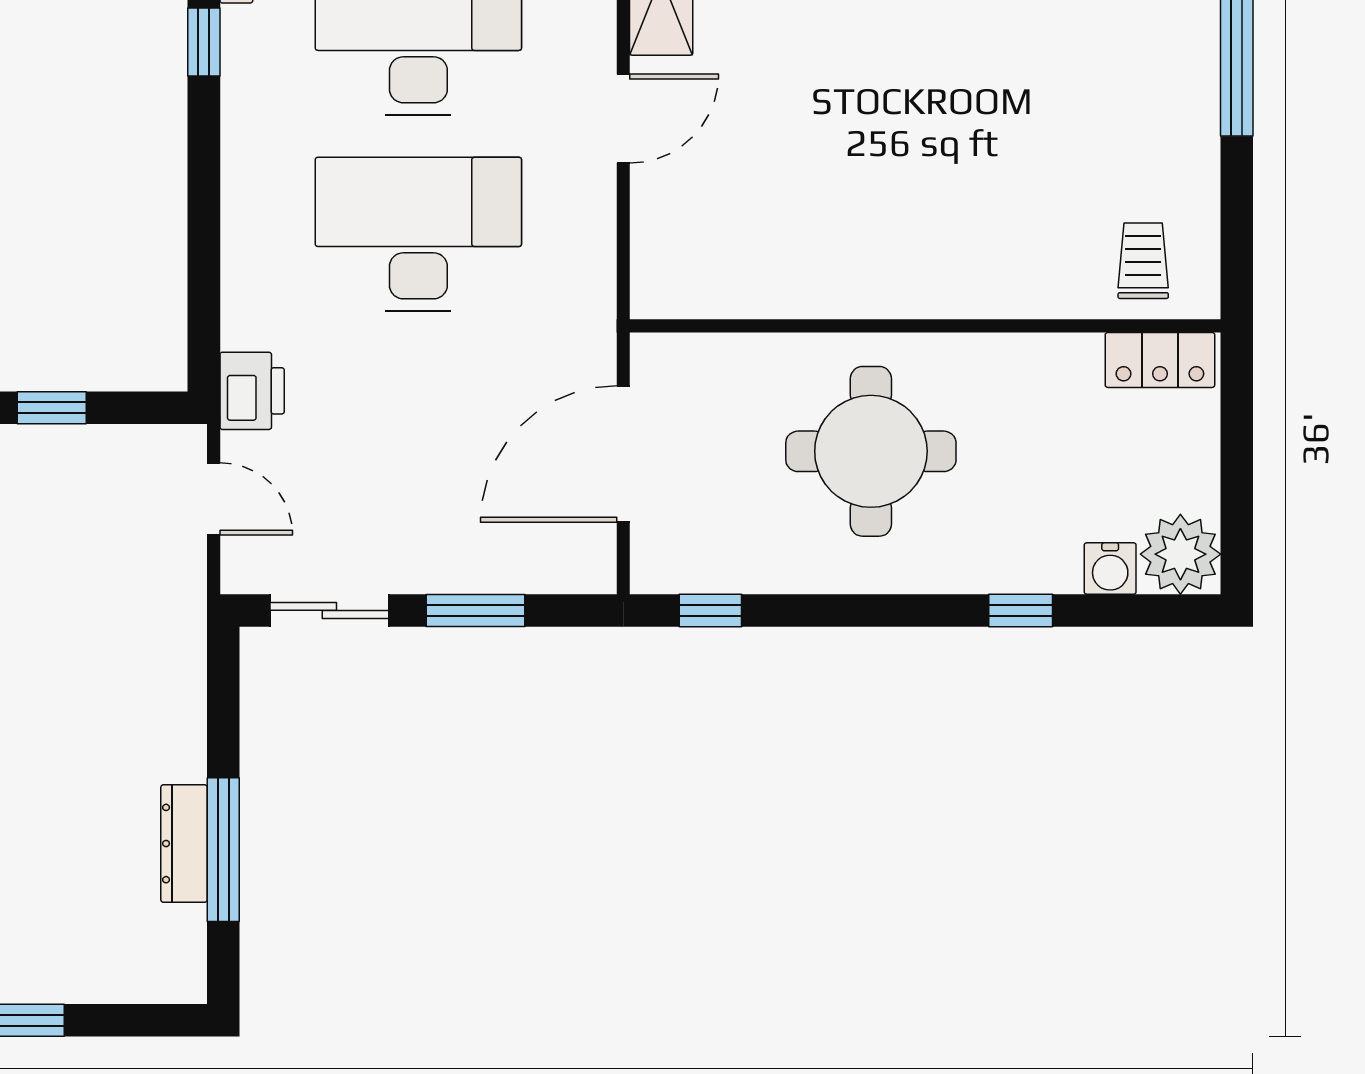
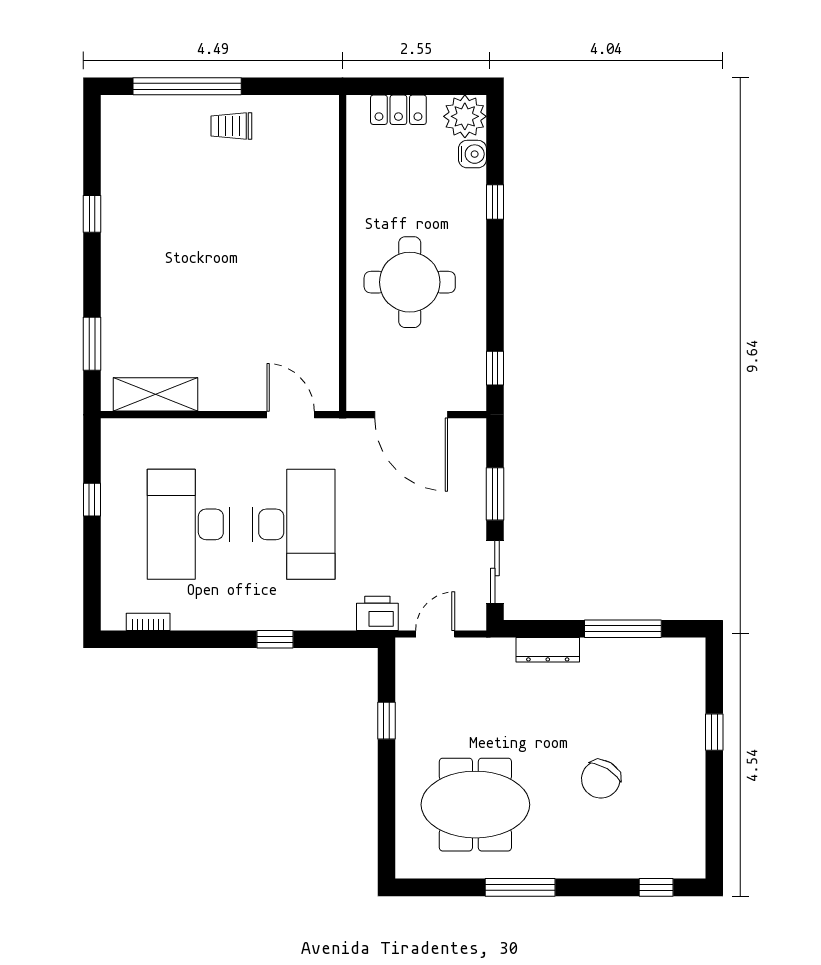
window: (204, 42) -> (275, 639), moved
door: (623, 119) -> (291, 415), moved
desk: (418, 234) -> (294, 524), turned 180
trolley: (1143, 261) -> (231, 126), moved
locker: (1160, 360) -> (398, 110), moved, turned 90
dresser: (184, 844) -> (548, 650), moved

